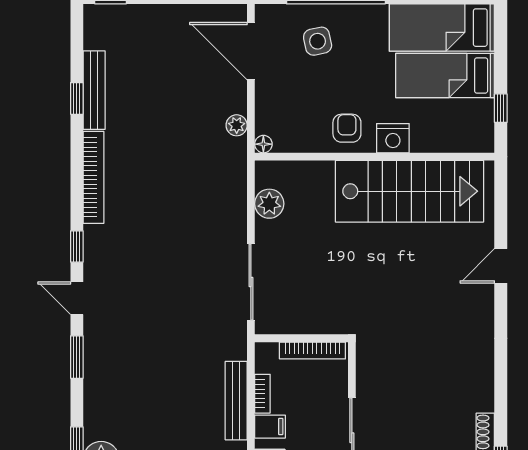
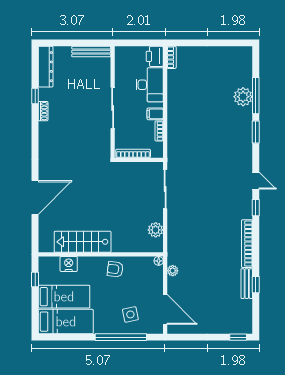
bench: (94, 90) -> (247, 284), width x0.73
armchair: (347, 128) -> (115, 269), turned 97
nightstand: (393, 138) -> (69, 264), moved
stairs: (410, 191) -> (83, 242), width x0.73, depth x0.66
door: (501, 266) -> (35, 197), width x1.88
window: (77, 357) -> (256, 132), moved
bench: (236, 401) -> (173, 127), removed

